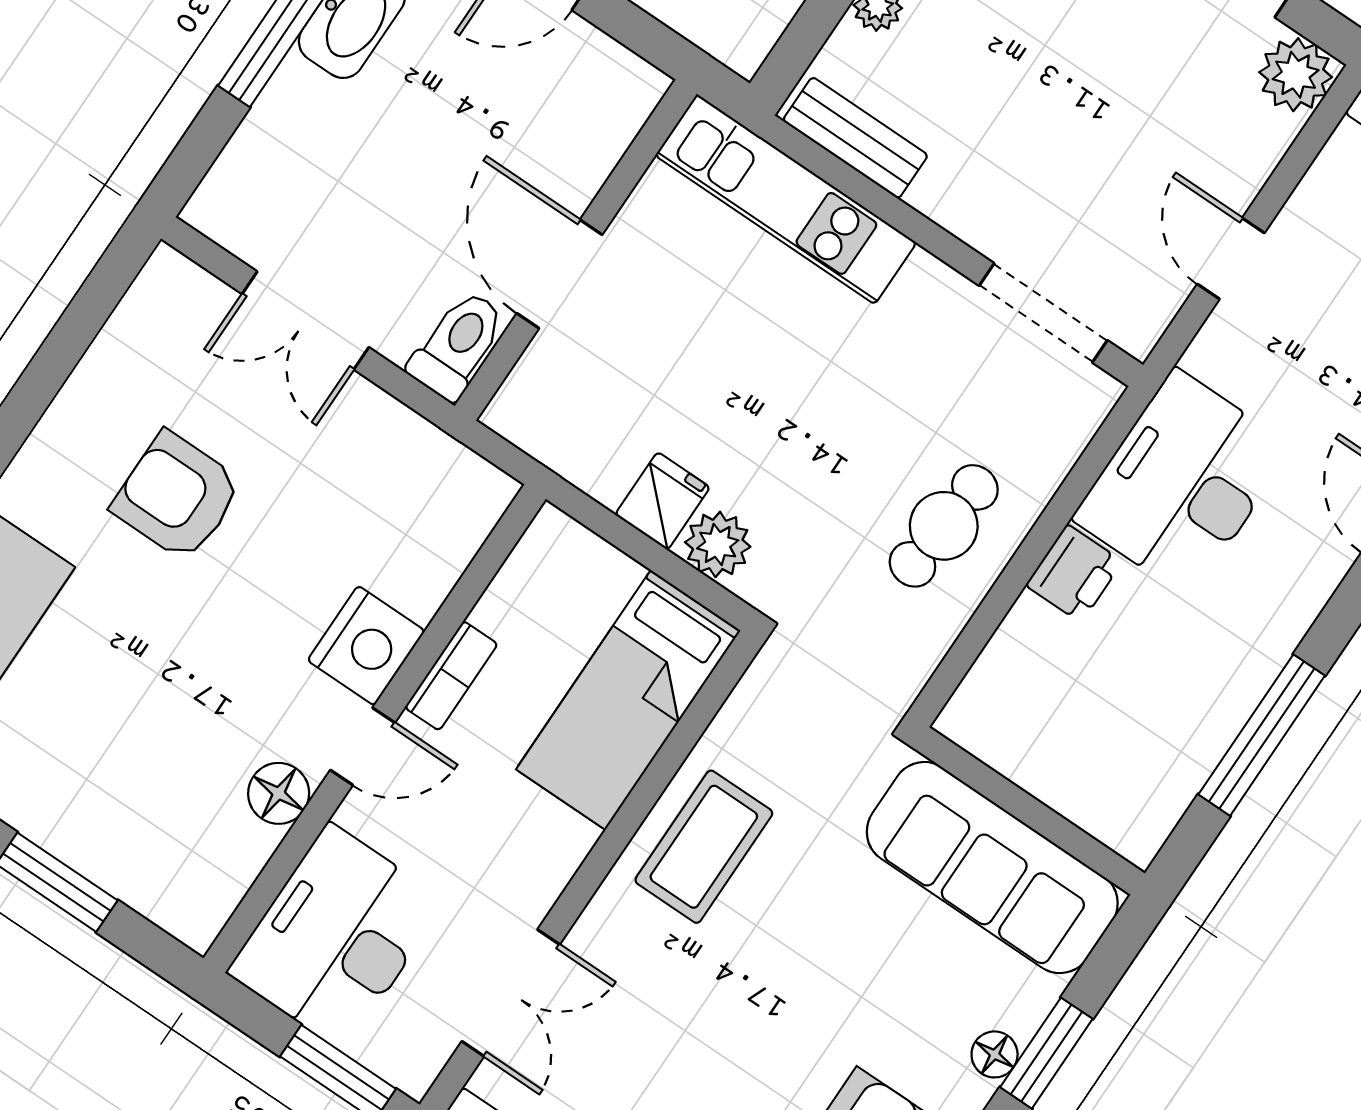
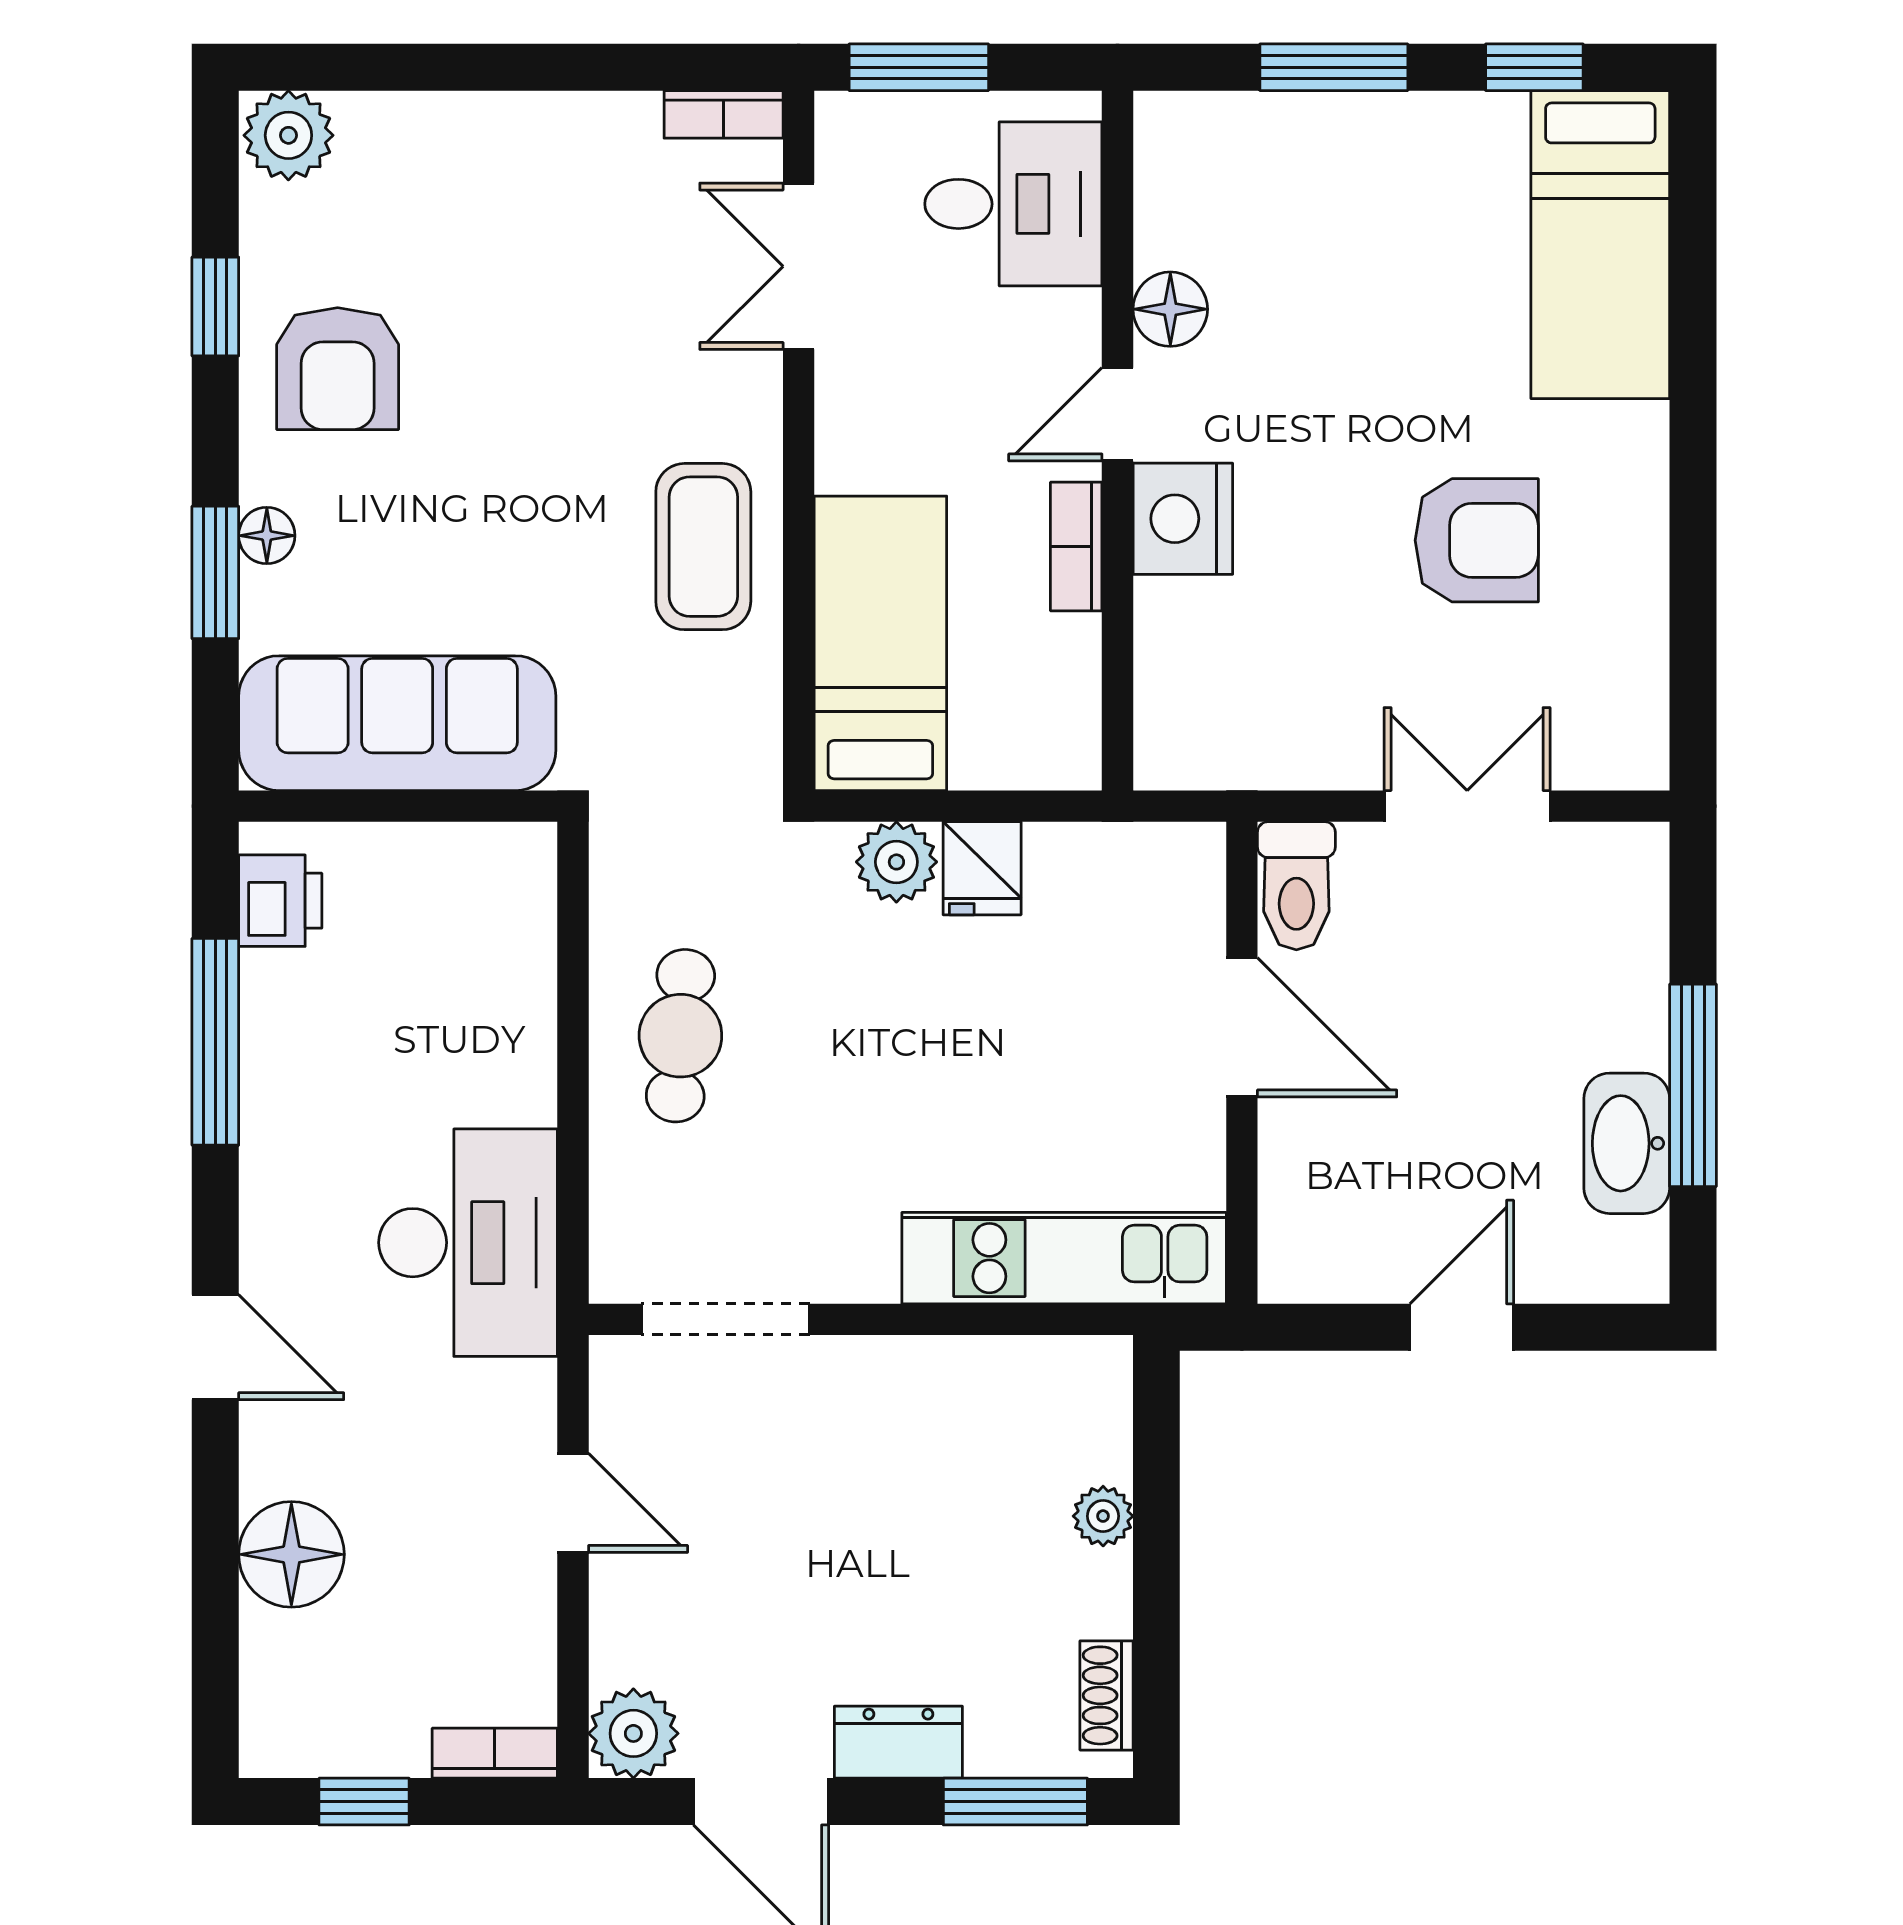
bench: (855, 138) -> (1036, 1368), removed
printer: (1074, 573) -> (280, 901), moved, turned 180
desk: (337, 937) -> (1013, 204), width x0.73

